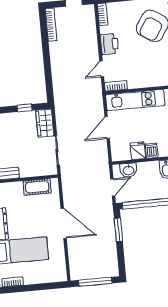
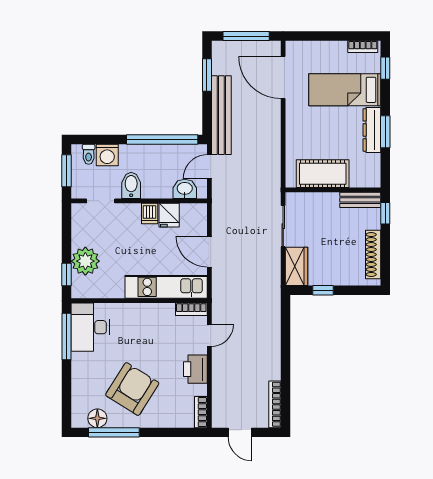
door: (107, 128) -> (209, 252), swing flipped
cot: (37, 187) -> (323, 174), width x1.37, depth x1.34
door: (64, 223) -> (283, 78), moved
bench: (108, 224) -> (221, 115), added
window: (118, 230) -> (207, 75), moved

